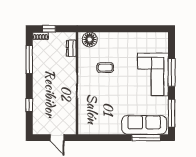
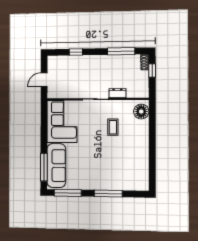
dresser: (71, 48) -> (117, 93), moved
corner sofa: (153, 74) -> (62, 122), moved, turned 90

